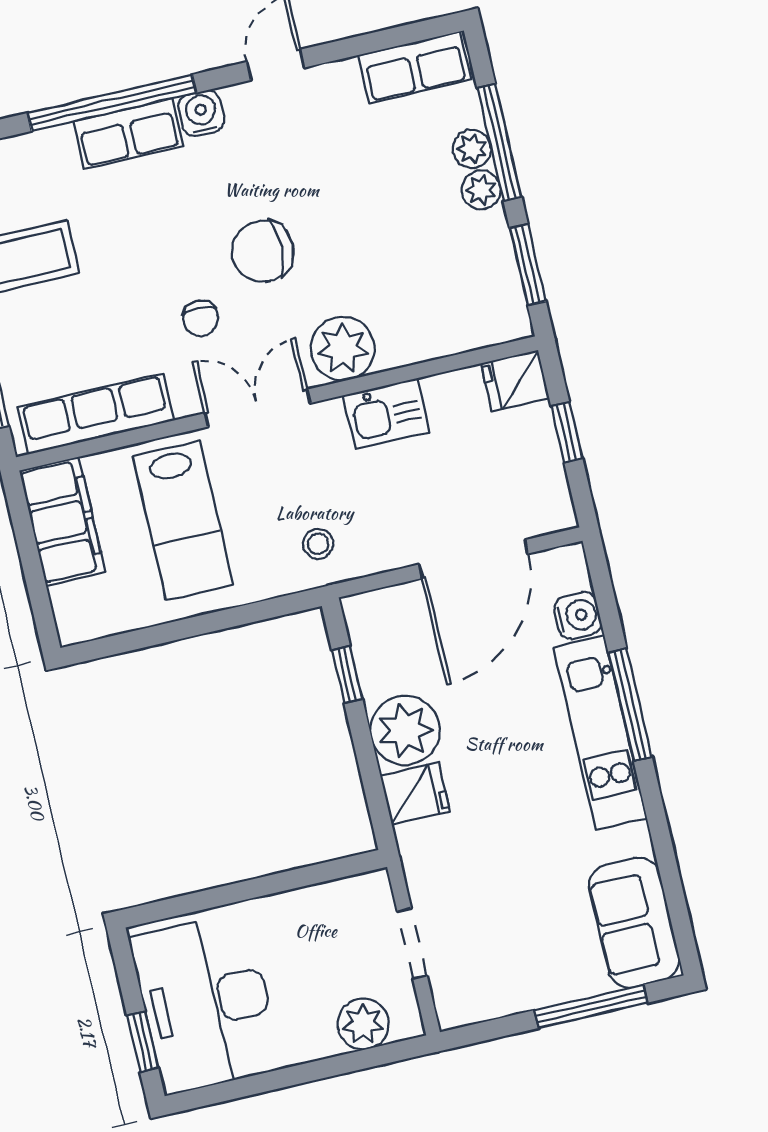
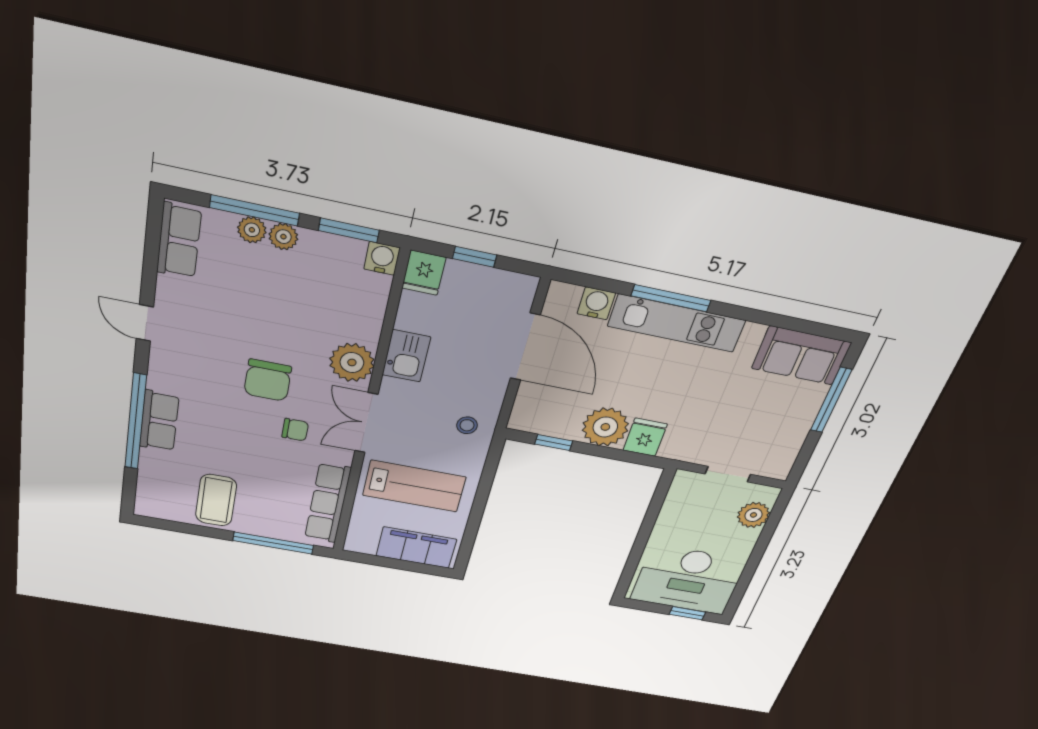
water cooler: (201, 113) -> (382, 258), moved, turned 90
filing cabinet: (62, 521) -> (416, 548), moved

